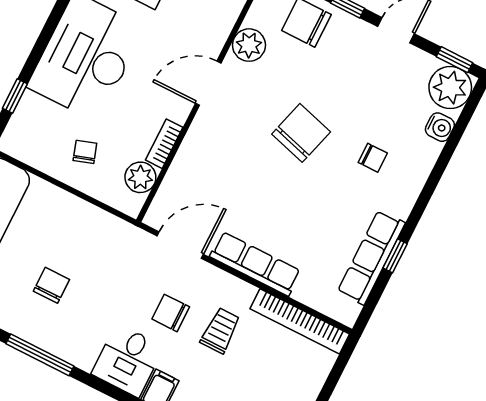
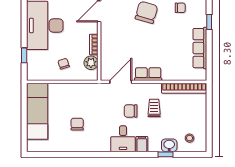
window: (395, 256) -> (209, 22), moved
row of seats: (255, 264) -> (148, 74), width x0.68
window: (40, 355) -> (87, 154), removed

